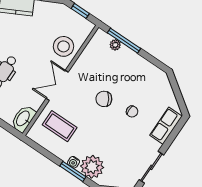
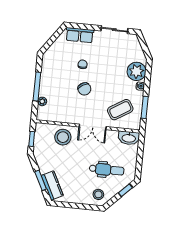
window: (124, 41) -> (37, 86), moved
coffee table: (60, 126) -> (120, 110), turned 58
window: (73, 171) -> (145, 107), moved

